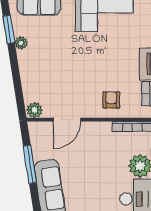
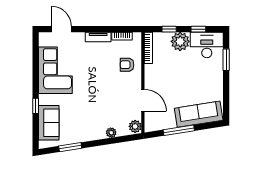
plant: (21, 43) -> (111, 133), moved

